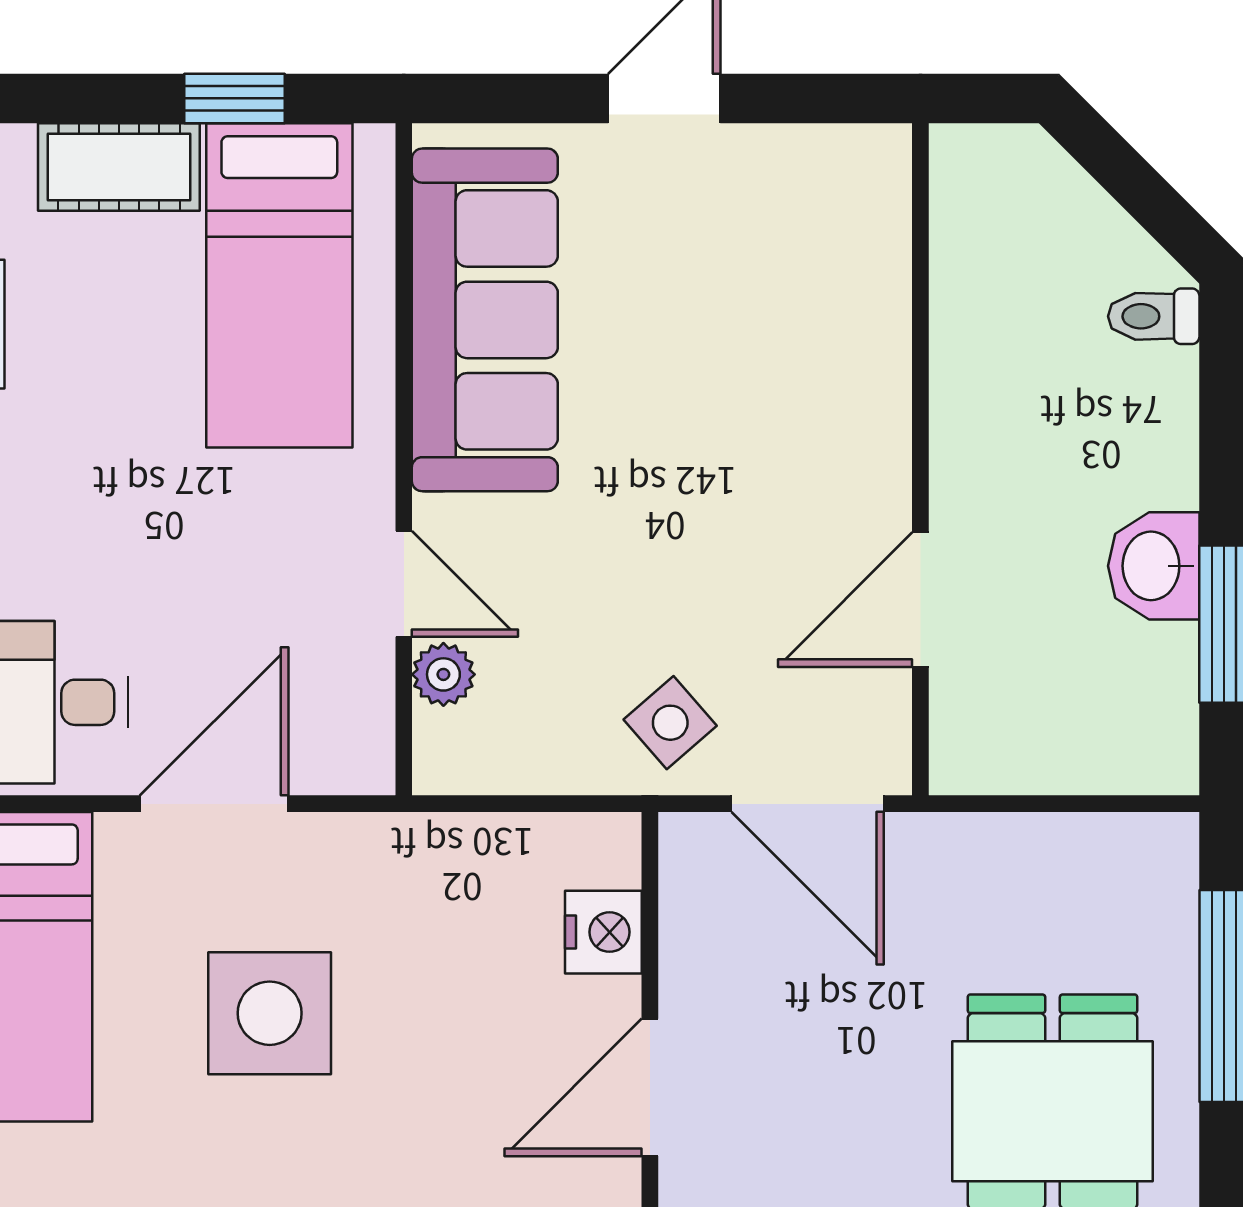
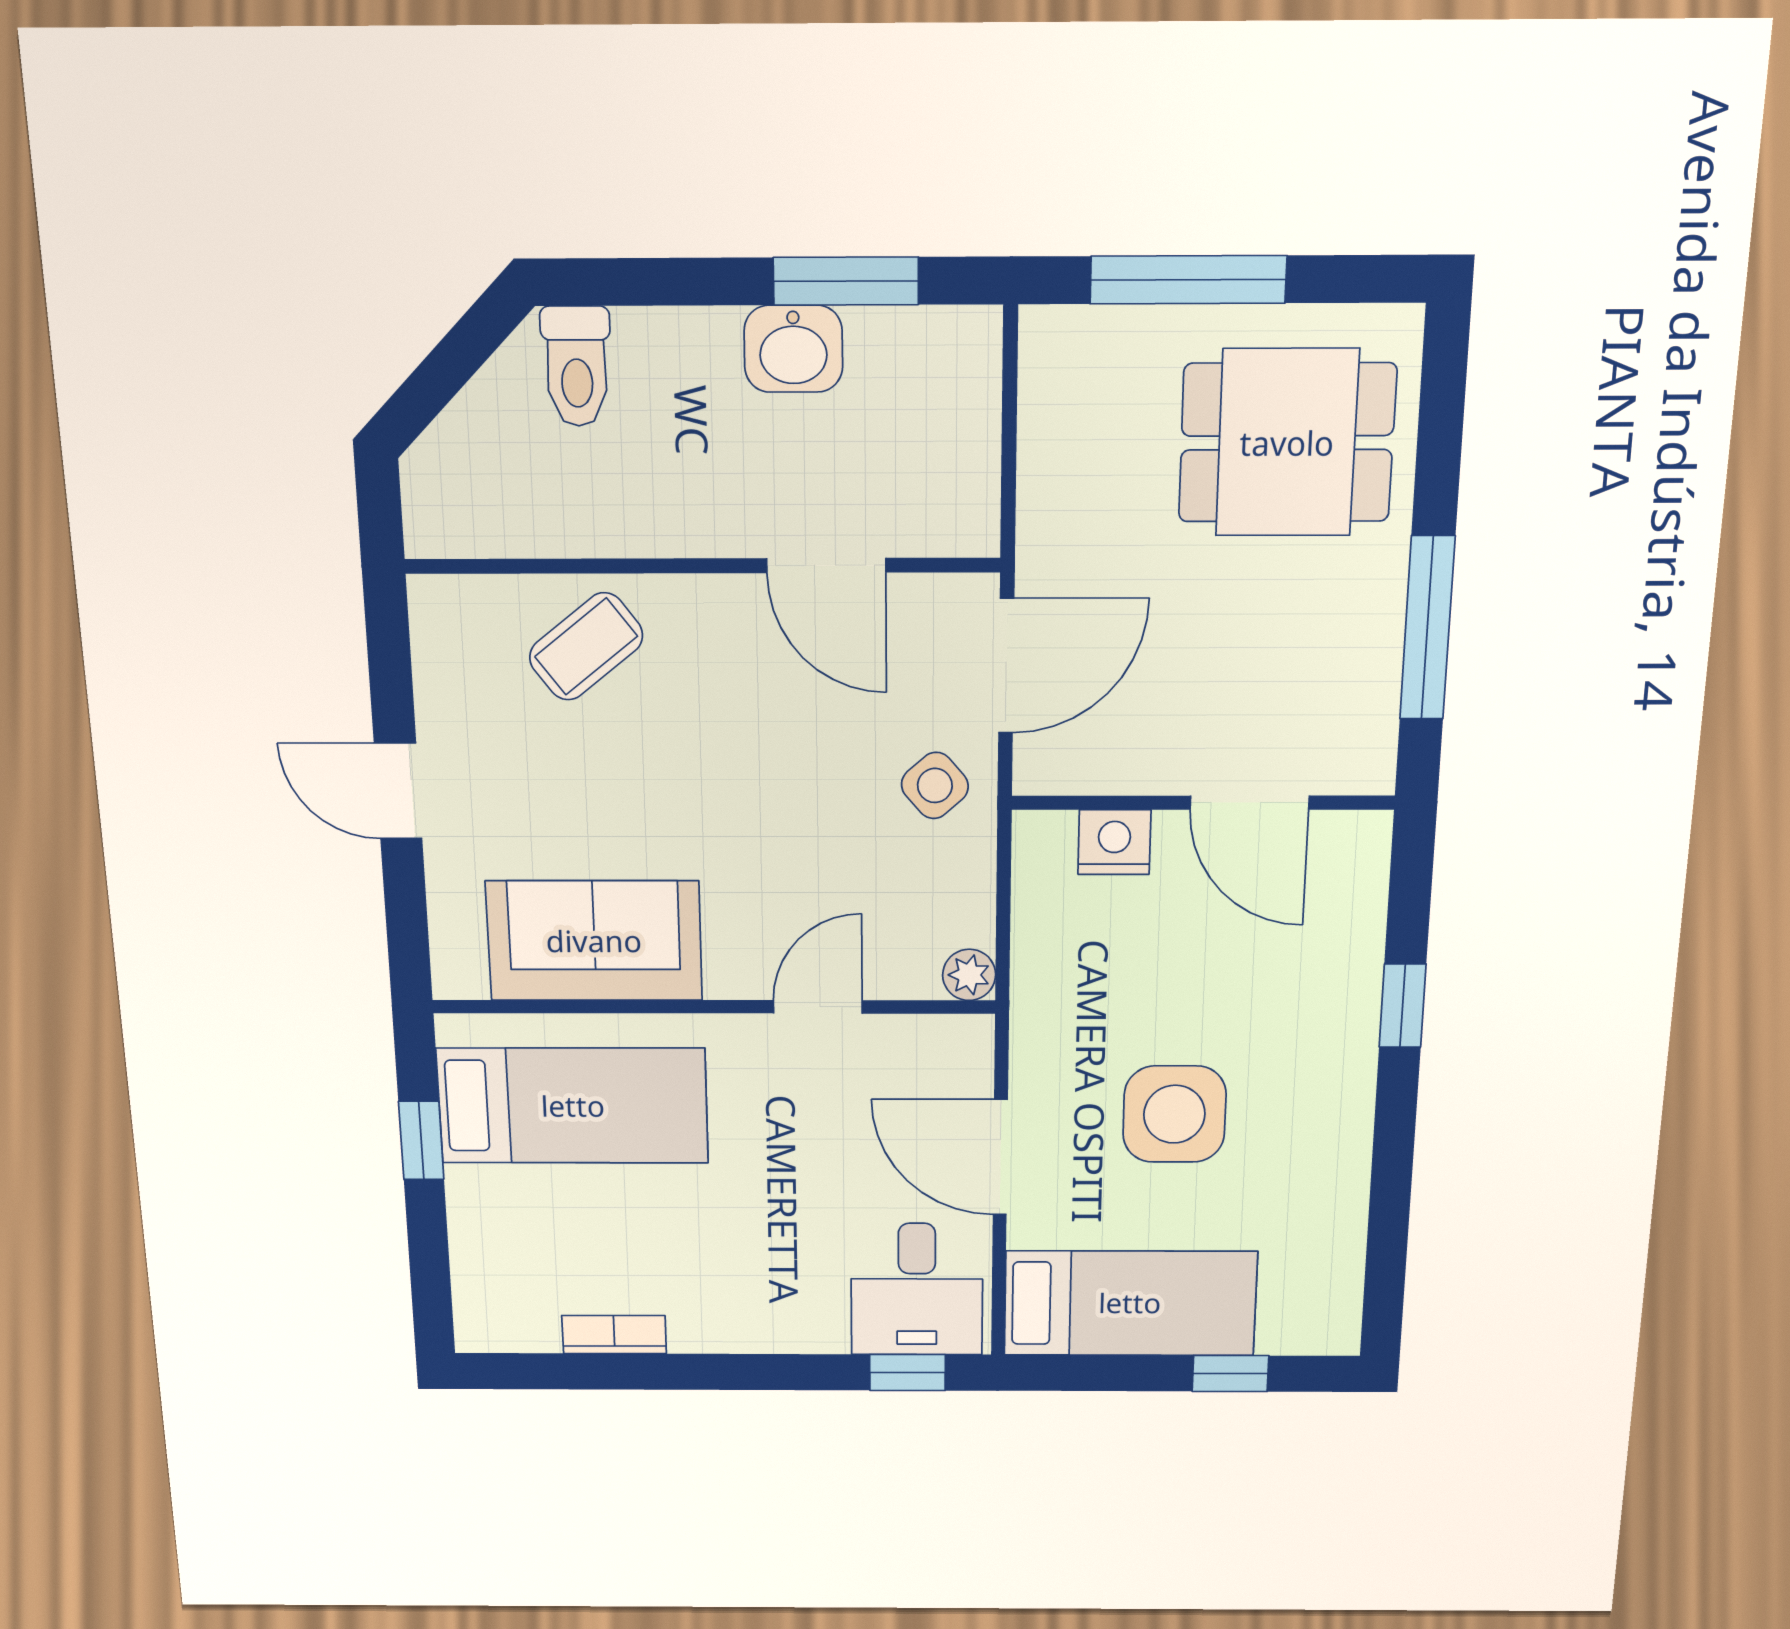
cot: (119, 167) -> (483, 1229), removed
toilet: (1154, 316) -> (577, 366), width x1.37, depth x1.39
sofa: (485, 320) -> (594, 941), width x0.73
coffee table: (830, 324) -> (586, 646), added
plant: (443, 674) -> (969, 975), moved

